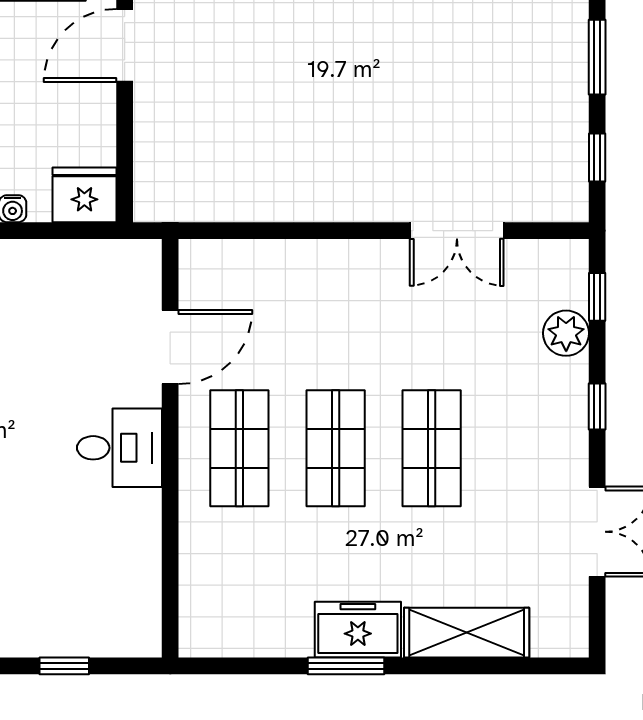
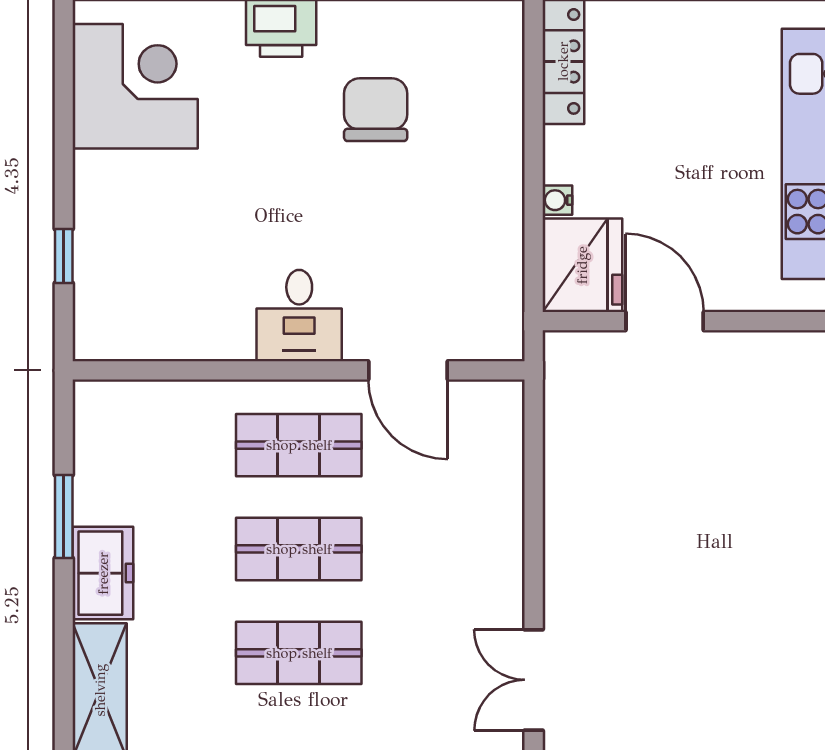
door: (125, 45) -> (665, 321), moved
fridge: (84, 195) -> (582, 265), width x1.36, depth x1.34
window: (346, 666) -> (64, 516), moved

